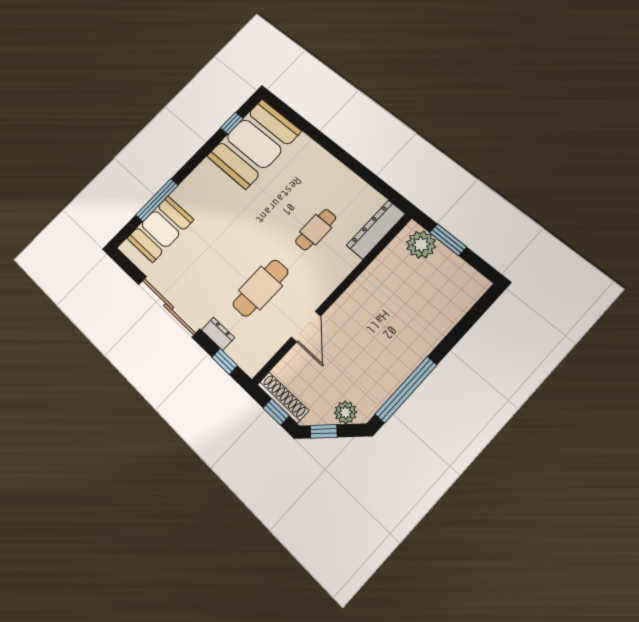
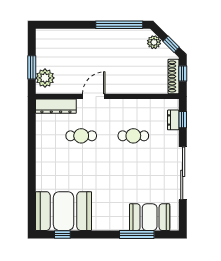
cafe table: (261, 288) -> (133, 136), width x0.73, depth x0.74
door: (306, 327) -> (94, 96), moved
dresser: (218, 334) -> (173, 120), moved

